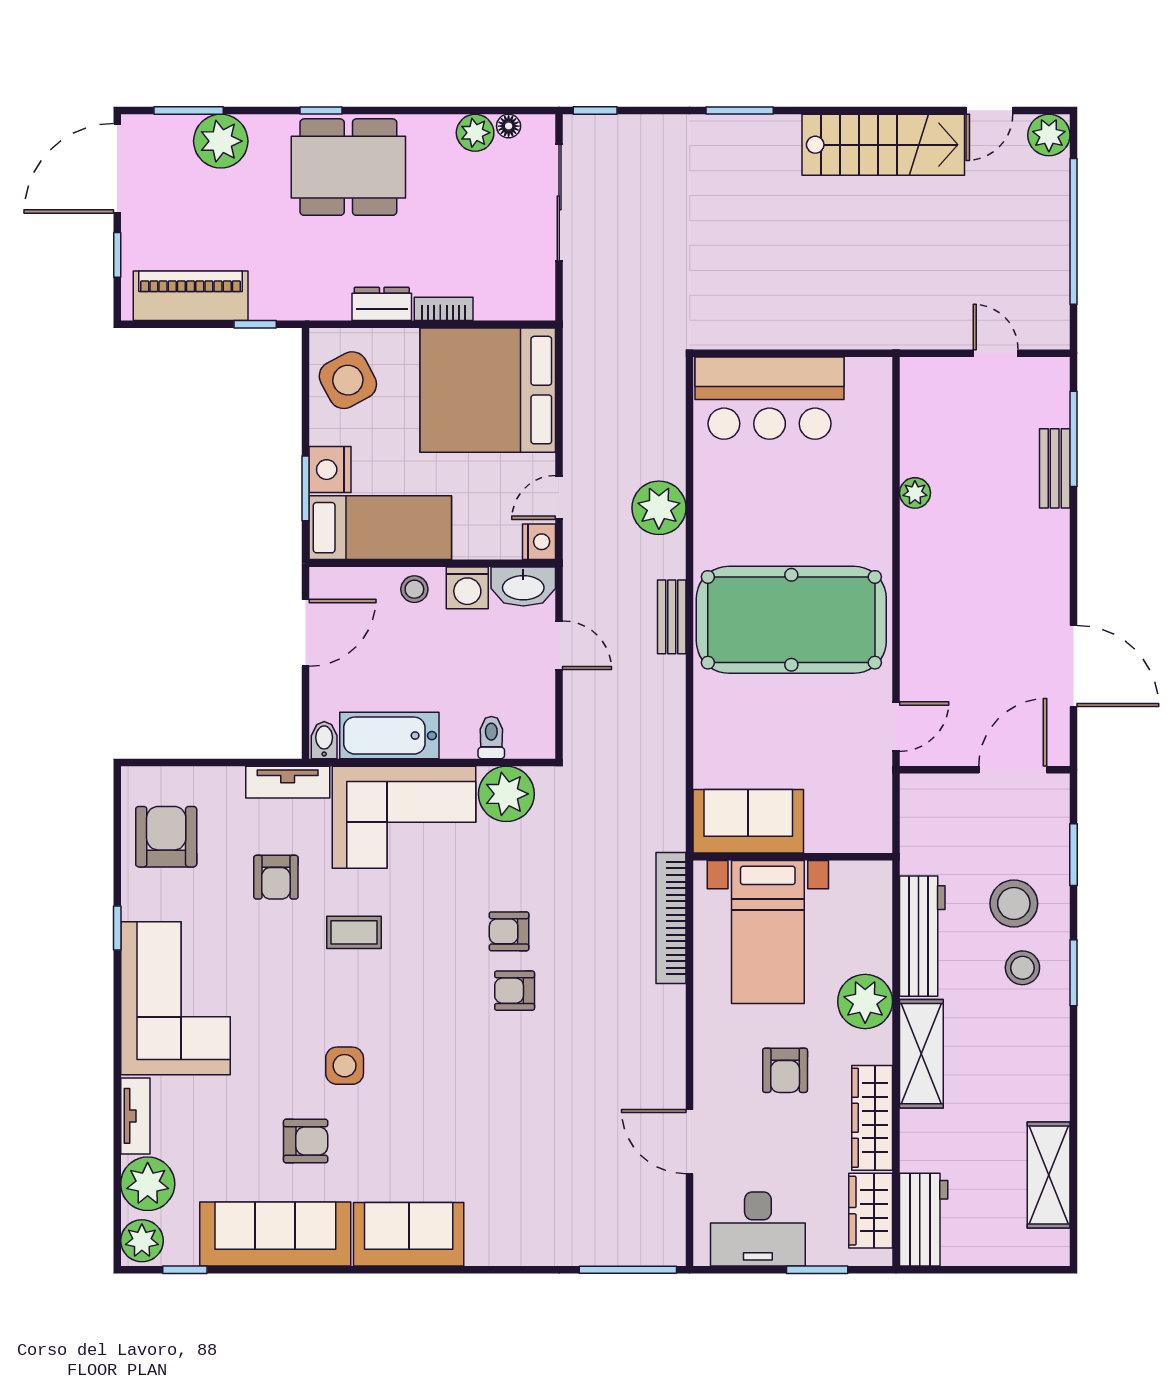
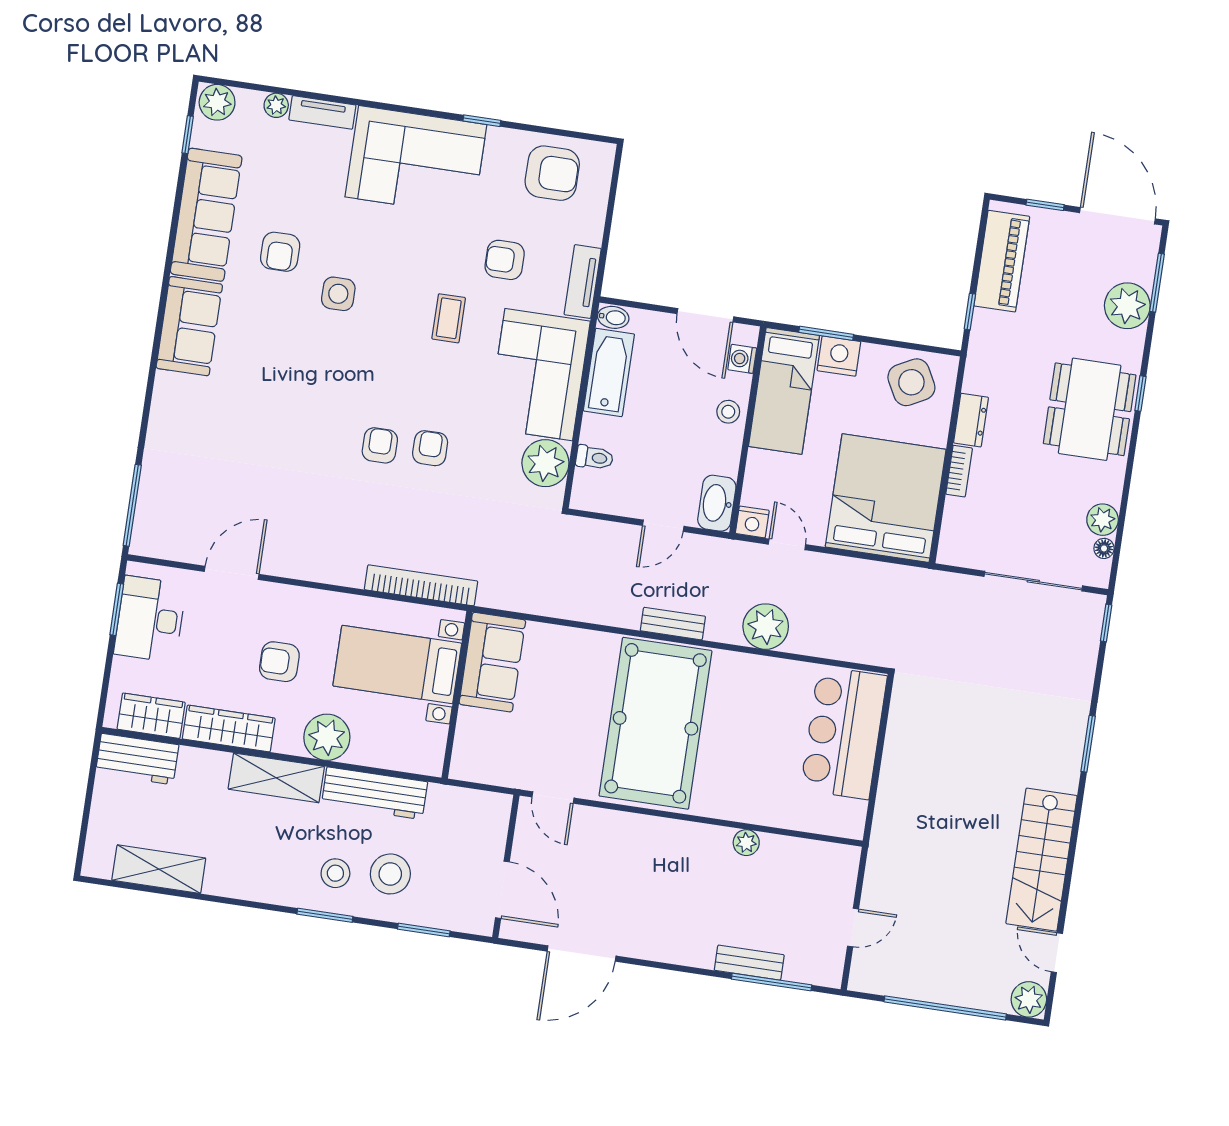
washing machine: (467, 588) -> (742, 359), moved, width x0.73, depth x0.73
plant: (148, 1184) -> (276, 105), width x0.53, depth x0.53
window: (817, 1270) -> (117, 609), moved

